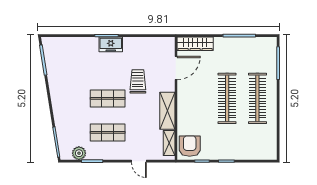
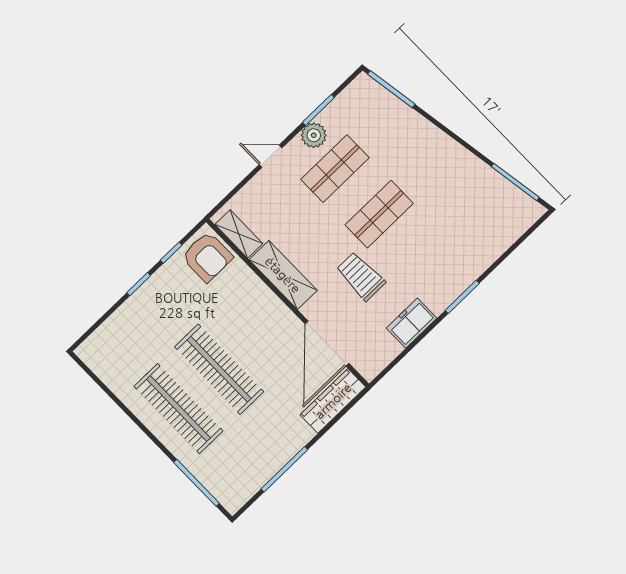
freezer: (111, 44) -> (412, 323), moved
door: (176, 68) -> (327, 344), width x1.36
trolley: (138, 81) -> (361, 276), turned 180
plant: (79, 153) -> (314, 135), moved
door: (139, 161) -> (270, 156), moved

